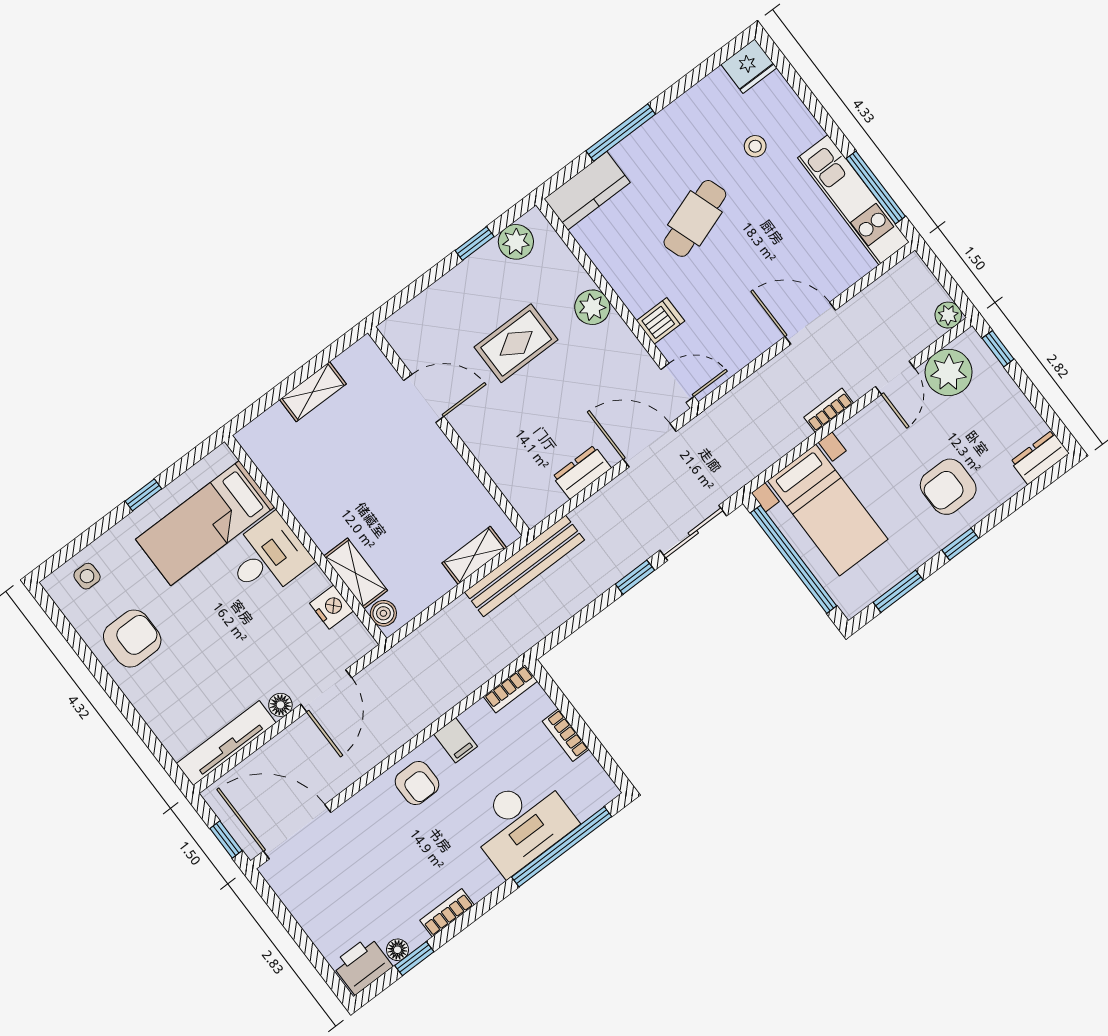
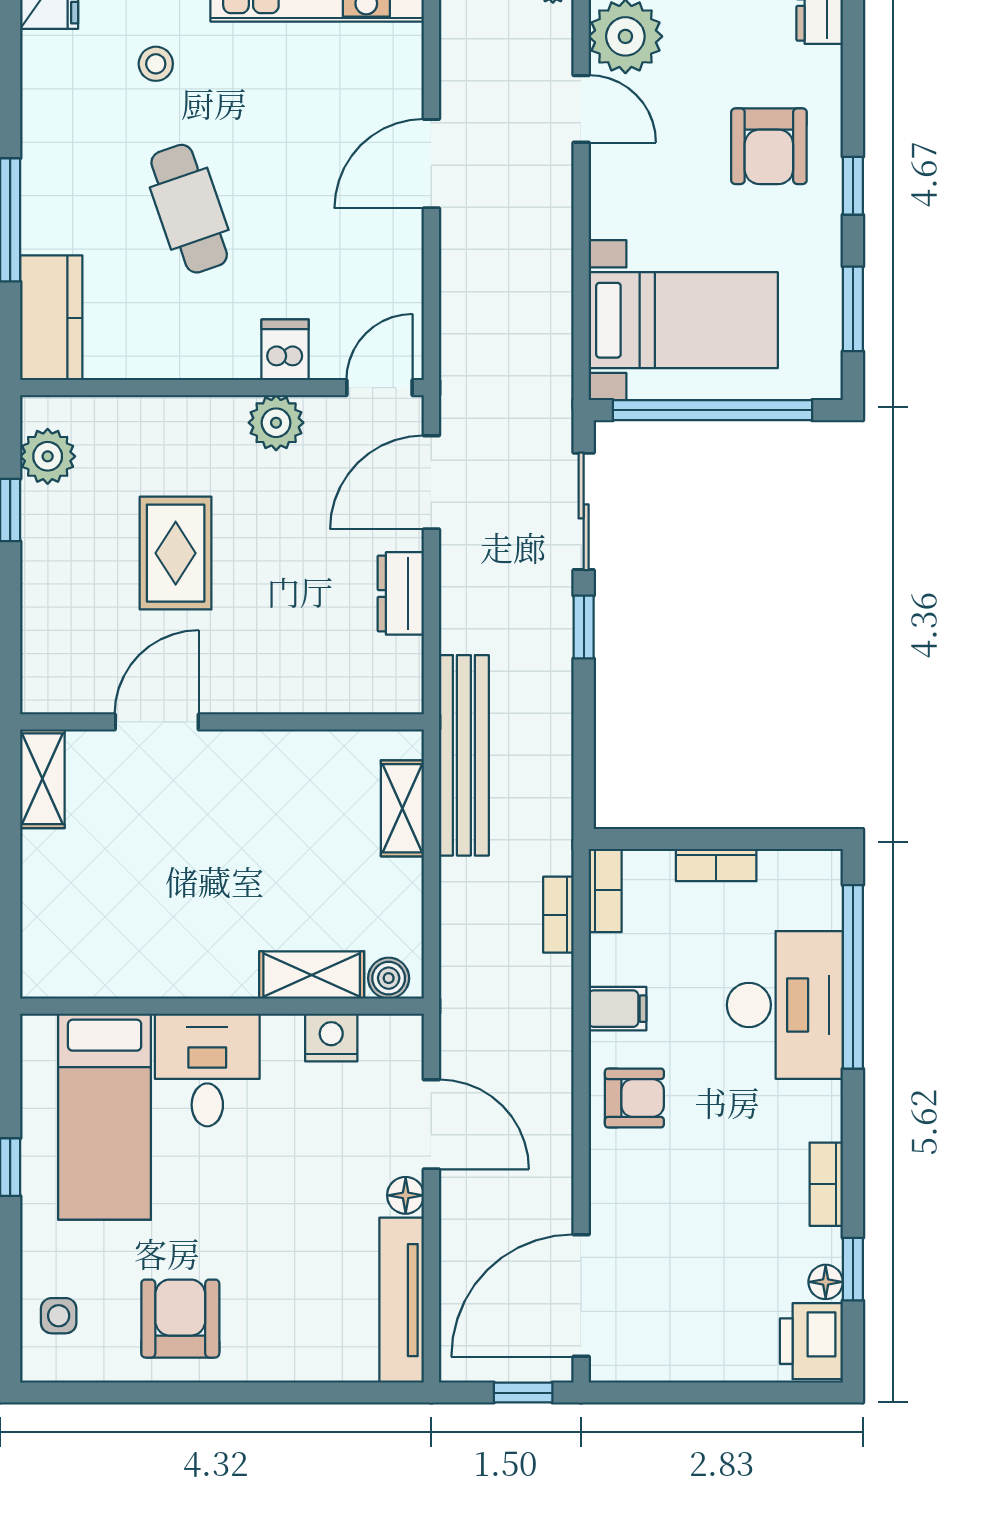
plant: (592, 307) -> (276, 423), moved
shelving: (313, 392) -> (42, 779), moved
bookcase: (829, 410) -> (558, 915), moved

